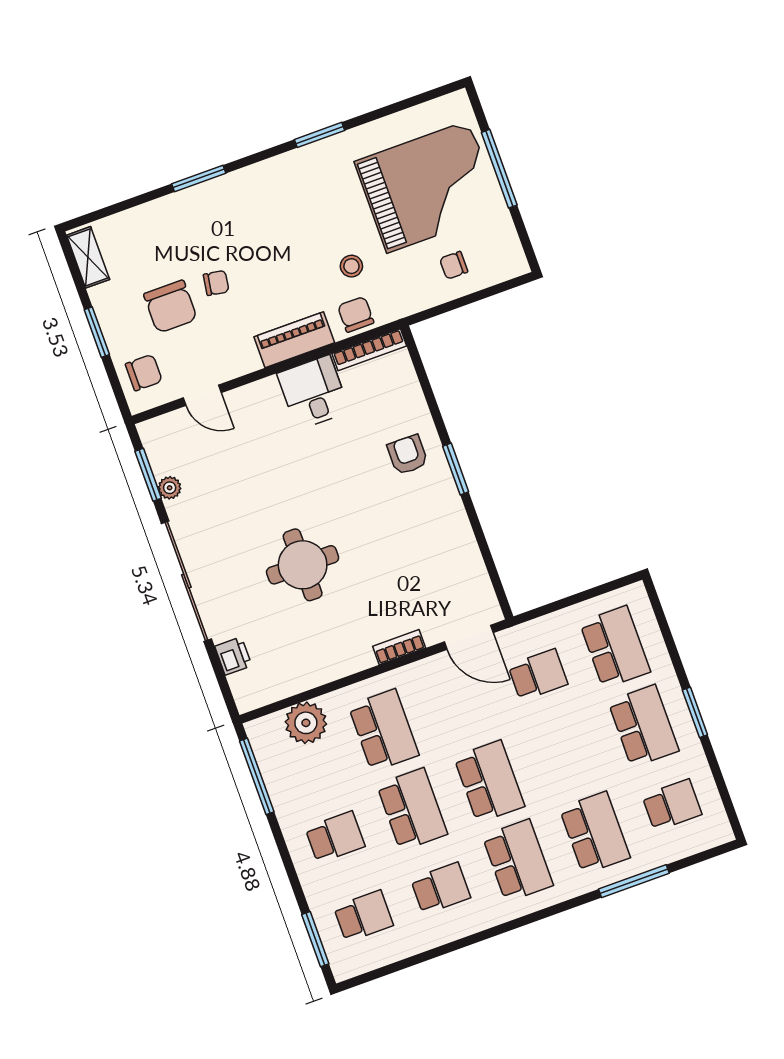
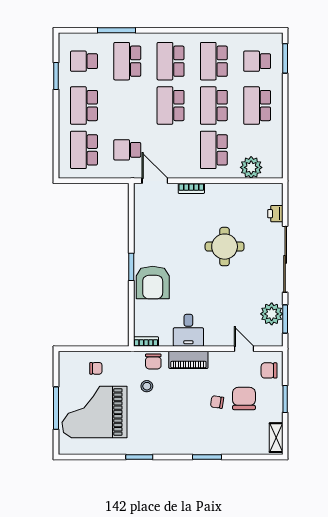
bookcase: (369, 350) -> (146, 341), width x0.64
armchair: (408, 455) -> (153, 282), width x1.88, depth x1.88
plant: (170, 488) -> (272, 314), width x1.88, depth x1.88
window: (695, 712) -> (56, 76), moved
window: (257, 776) -> (285, 150), removed
school desk: (335, 837) -> (257, 106), width x1.85
school desk: (441, 888) -> (214, 61), width x1.85

